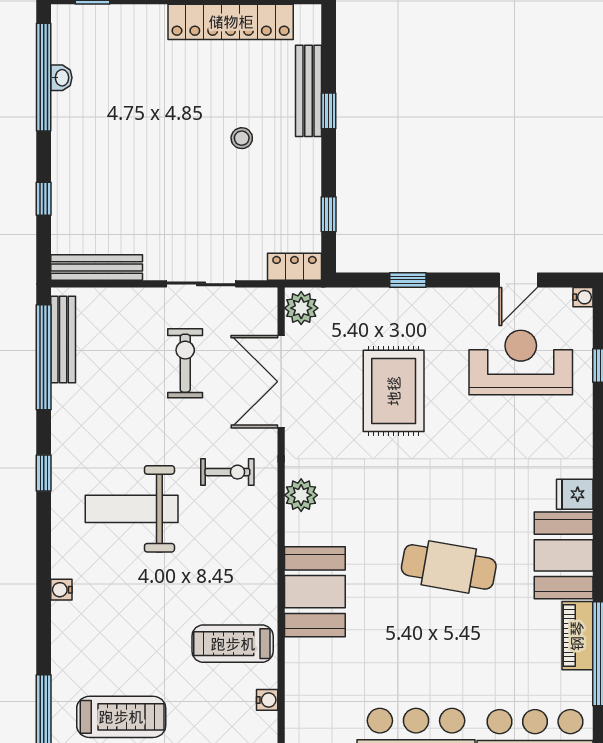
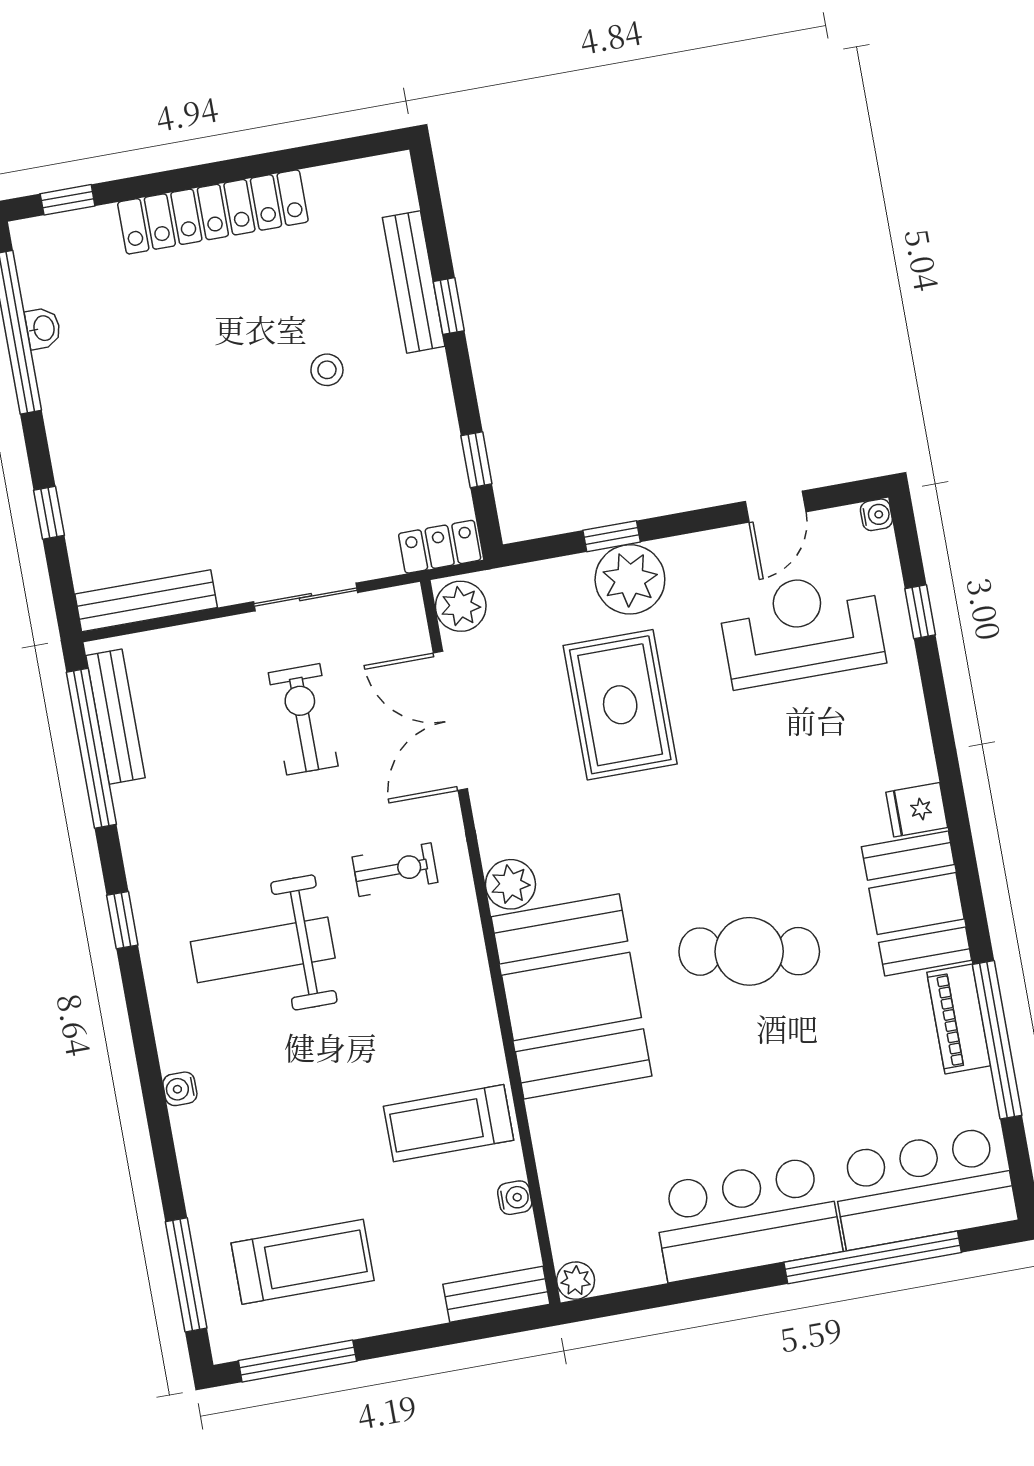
locker: (231, 22) -> (213, 212), moved
plant: (415, 310) -> (630, 579), added
booth: (315, 592) -> (571, 996), width x1.36, depth x1.42

